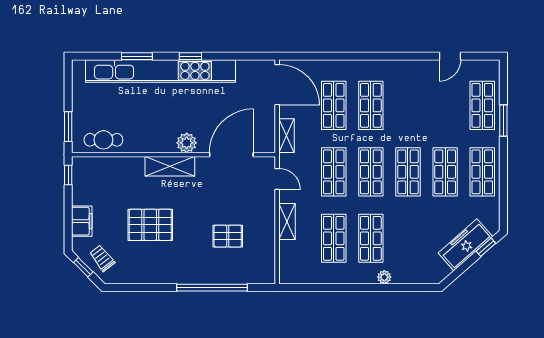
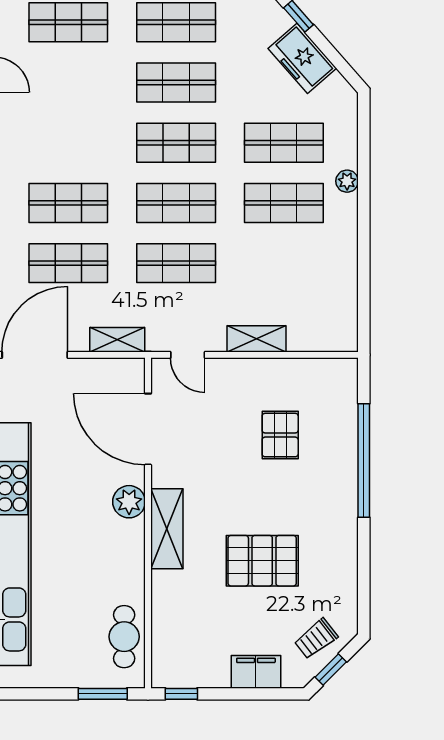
door: (277, 179) -> (188, 355), swing flipped
pallet: (150, 225) -> (262, 561), turned 90
shop shelf: (334, 238) -> (284, 143), moved
freezer: (465, 245) -> (302, 58), width x0.71

